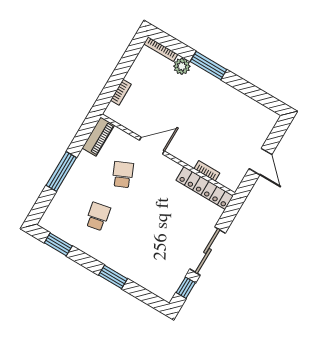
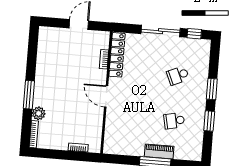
piano: (98, 137) -> (159, 151), moved
door: (152, 146) -> (106, 96), moved
school desk: (123, 175) -> (178, 75), moved
window: (58, 244) -> (209, 121), moved

